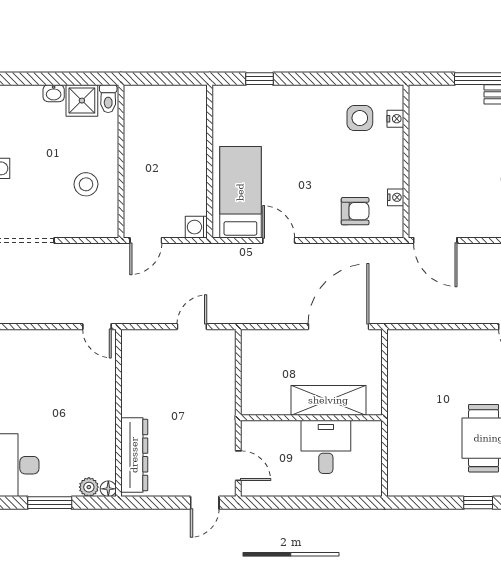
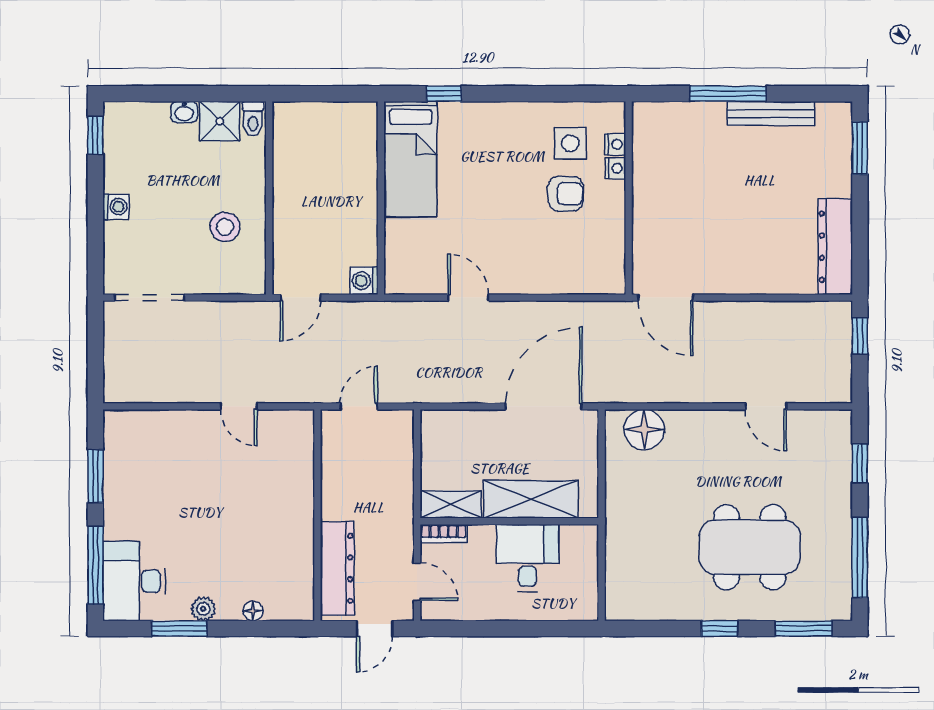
bed: (240, 192) -> (411, 159), moved, turned 180
nightstand: (396, 197) -> (616, 168), moved
armchair: (355, 211) -> (566, 194), moved
floor lamp: (418, 345) -> (644, 430), added
shelving: (265, 404) -> (451, 504), added
wall: (119, 413) -> (317, 515), moved
bookcase: (259, 427) -> (444, 534), added
dresser: (134, 455) -> (337, 568), moved
plant: (89, 487) -> (203, 609), moved

